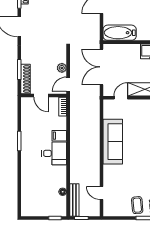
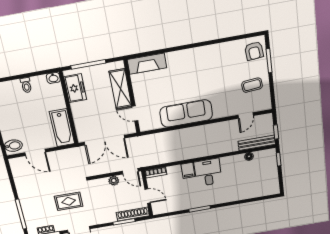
rug: (49, 23) -> (69, 201), added
door: (41, 96) -> (148, 196), hinge flipped
coffee table: (137, 205) -> (252, 85), moved

